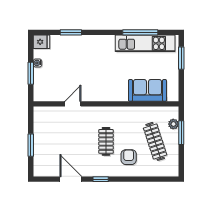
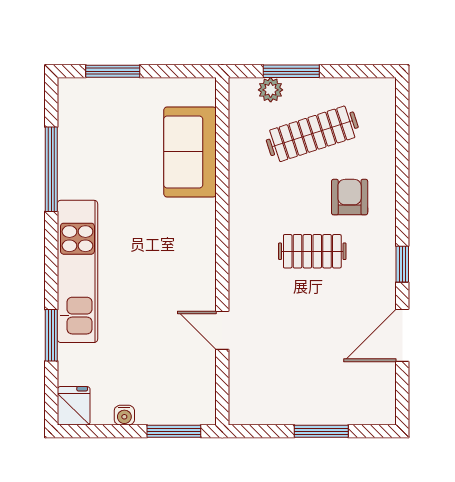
kitchen unit: (145, 43) -> (77, 271), moved
window: (31, 73) -> (174, 431), moved
armchair: (129, 157) -> (350, 197), turned 90

